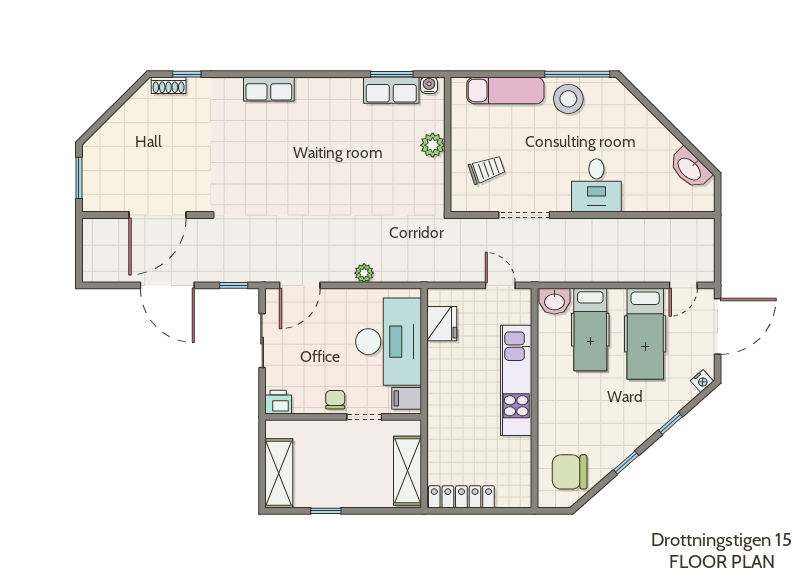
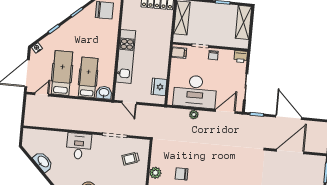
chair: (378, 148) -> (182, 174), added
washbasin: (690, 168) -> (43, 162), moved
desk: (389, 342) -> (195, 92), moved, turned -90

